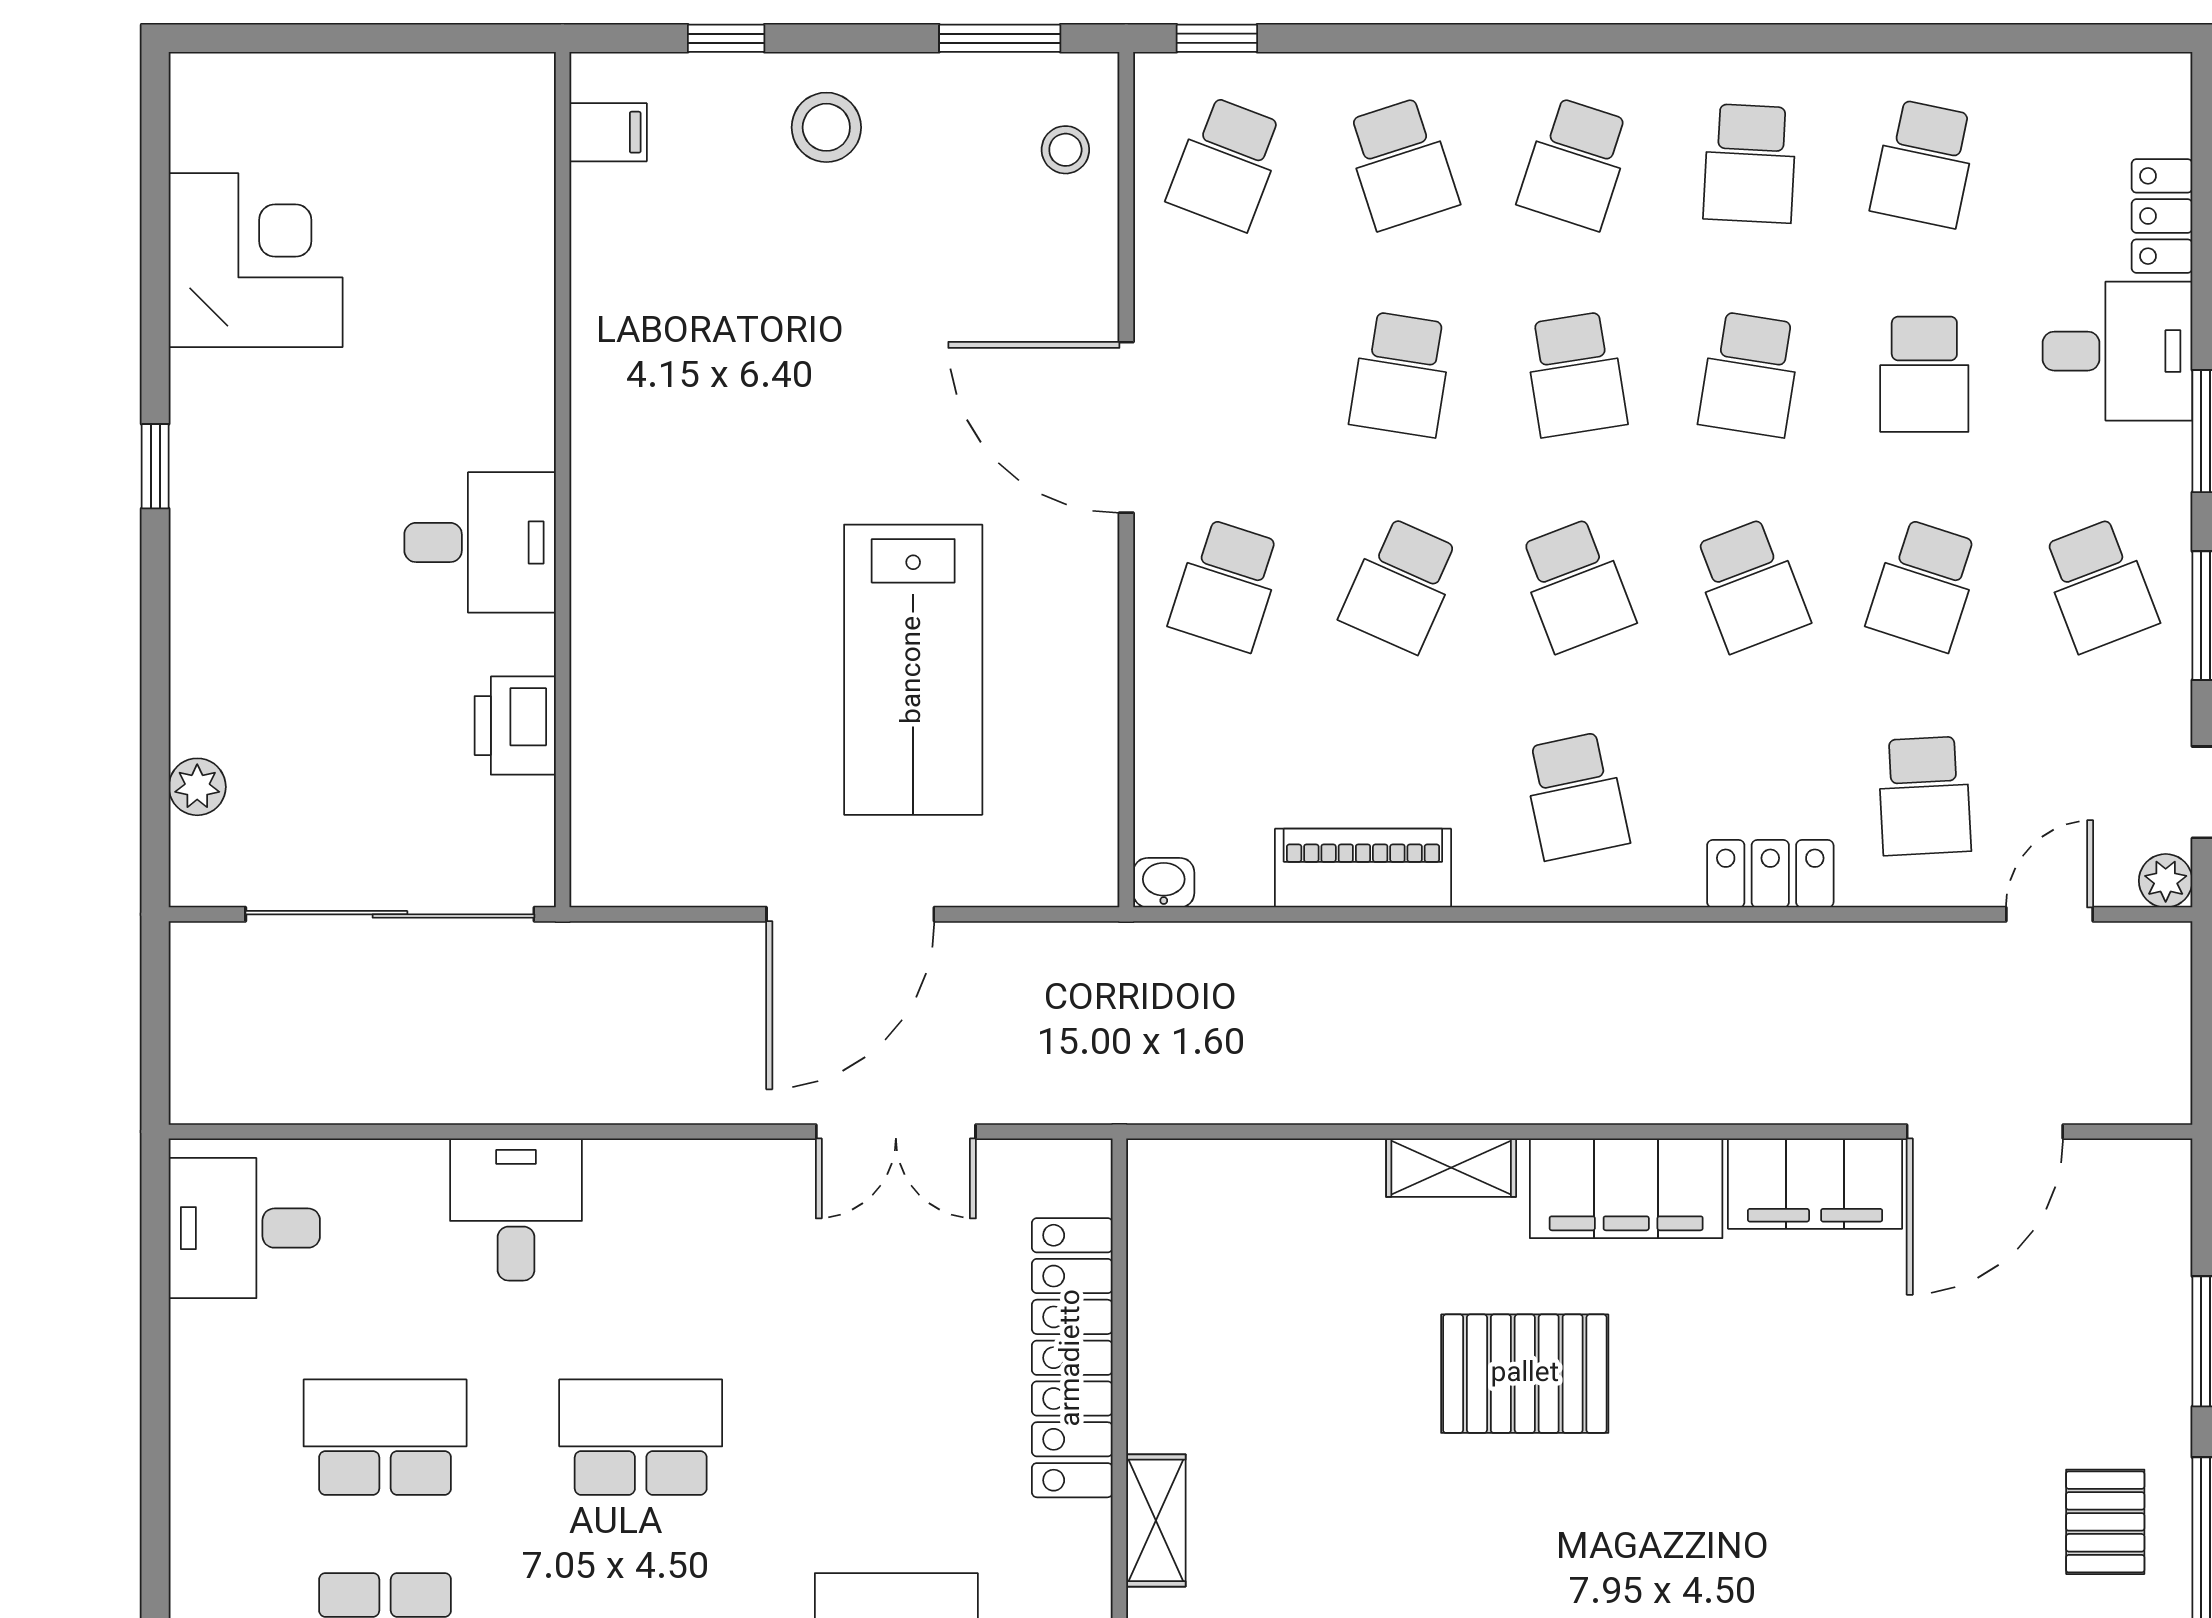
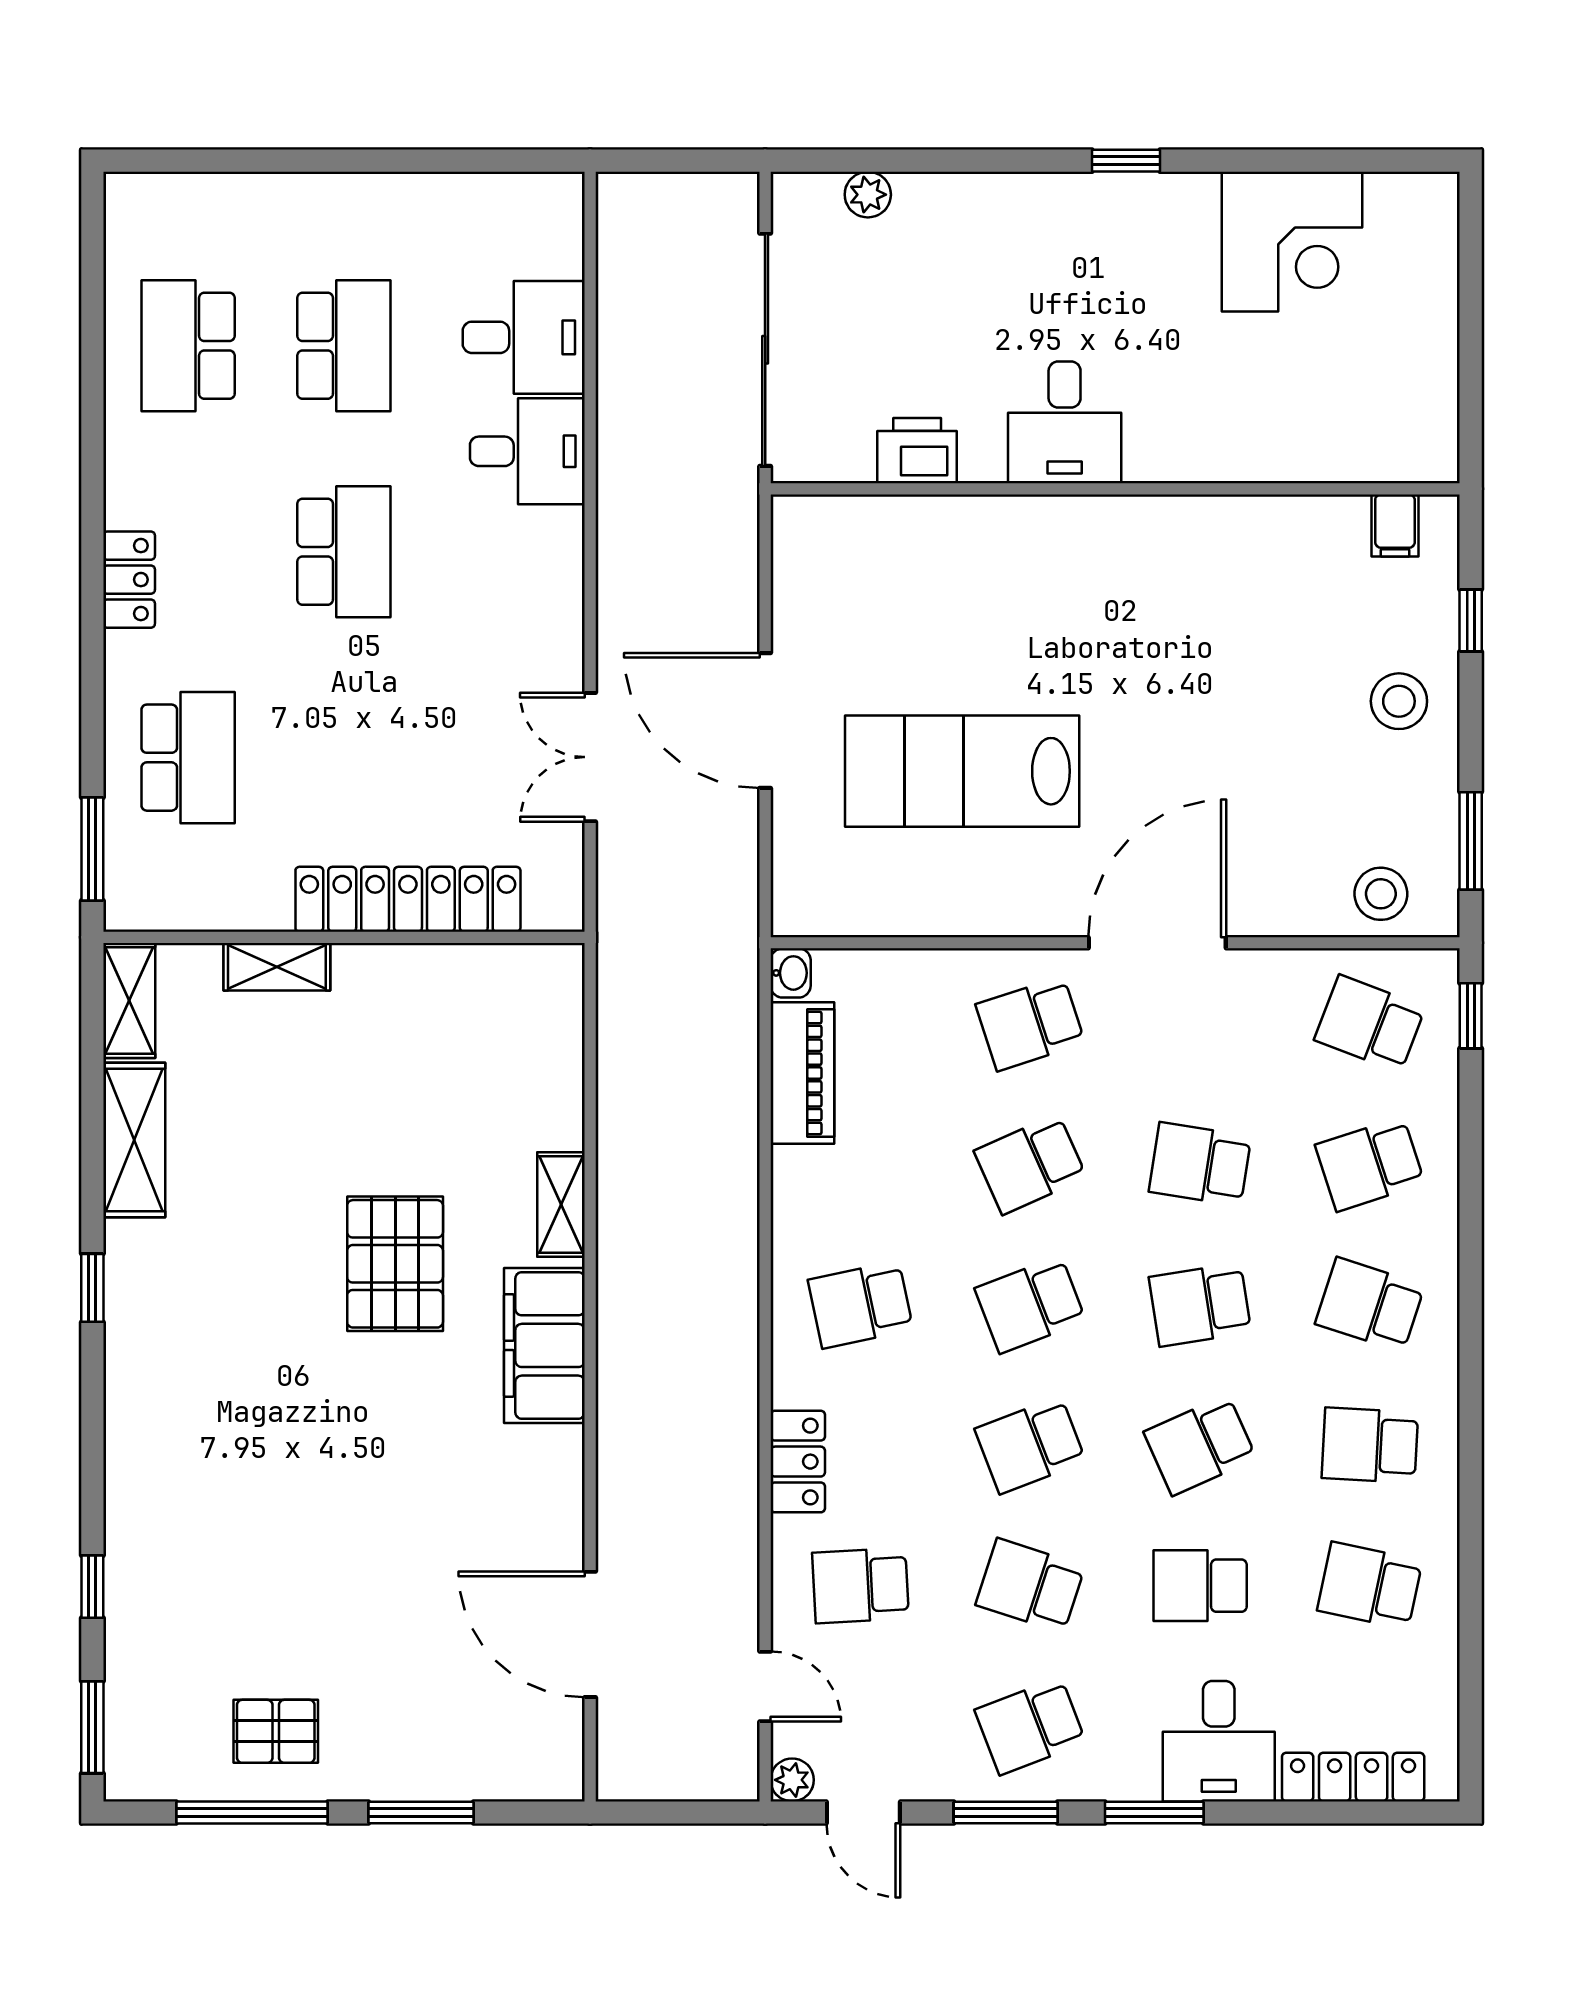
stool: (1065, 150) -> (1381, 894), width x1.37, depth x1.37
locker: (2162, 216) -> (1353, 1777), width x1.53
school desk: (1750, 374) -> (1200, 1445), turned -33
school desk: (1227, 585) -> (1030, 1024), turned -36
school desk: (1401, 585) -> (1030, 1164), turned -48
piano: (1363, 868) -> (802, 1073), moved
filing cabinet: (1815, 1184) -> (548, 1498), removed
desk: (244, 1228) -> (524, 337), moved, turned 90

